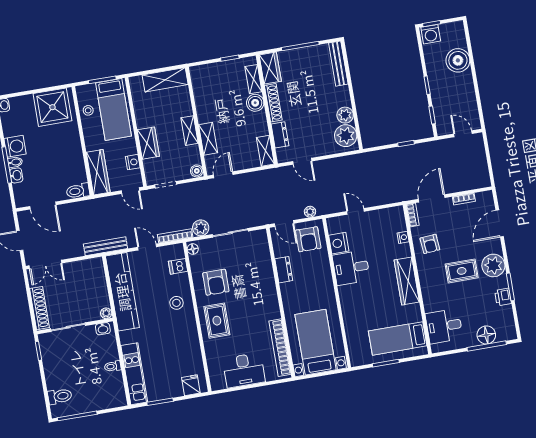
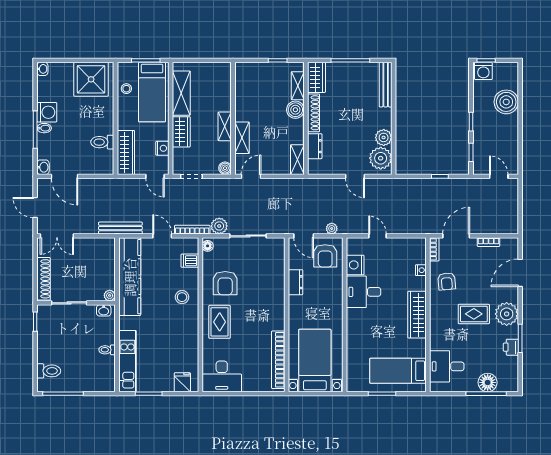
shelving: (165, 80) -> (181, 93), moved, turned 90
door: (302, 161) -> (355, 176), moved
washbasin: (16, 175) -> (43, 167), moved
toilet: (78, 191) -> (102, 142), moved
desk: (244, 370) -> (222, 376), moved

